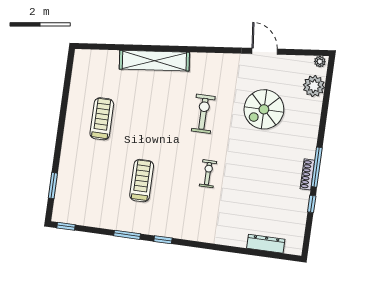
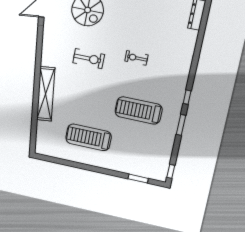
exercise bike: (203, 114) -> (89, 59), turned 180
treadmill: (102, 119) -> (89, 137), width x1.37, depth x1.38
treadmill: (142, 181) -> (139, 110), width x1.37, depth x1.38

